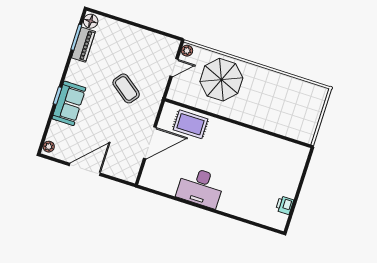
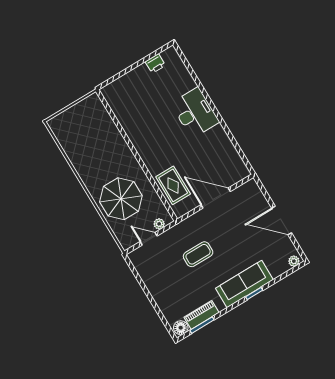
plant: (187, 51) -> (159, 224), moved
coffee table: (126, 88) -> (198, 254), turned 53
sofa: (69, 103) -> (244, 284), width x1.36
desk: (200, 187) -> (195, 113), moved

